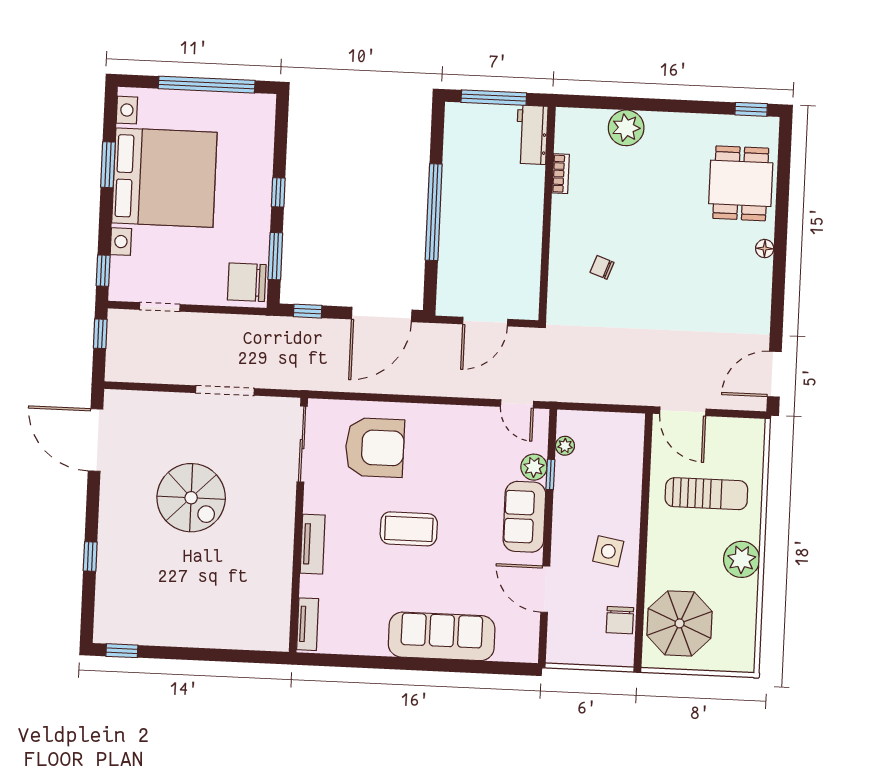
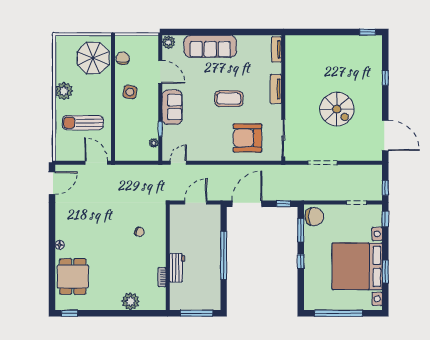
workbench: (532, 135) -> (177, 268), moved
door: (517, 404) -> (178, 163), hinge flipped
plant: (534, 467) -> (168, 42), moved
spiral stairs: (191, 498) -> (337, 109), turned 180

